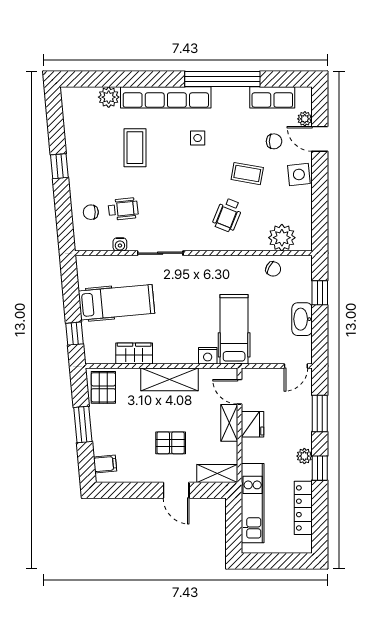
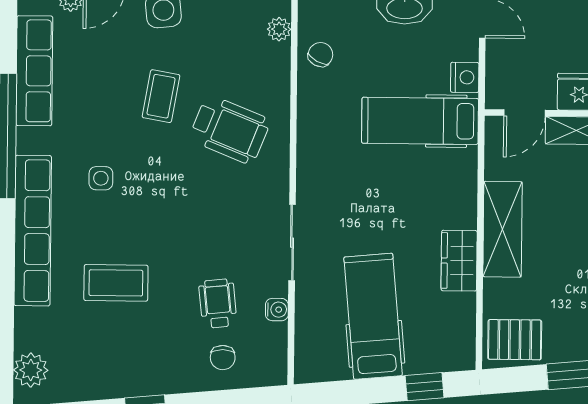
plant: (109, 97) -> (31, 370), moved
row of seats: (272, 97) -> (34, 71), width x1.48
chair: (274, 141) -> (108, 51), removed
wheelchair: (228, 215) -> (230, 130), width x1.36, depth x1.37
plant: (282, 238) -> (279, 29), width x0.53, depth x0.53
wardrobe: (134, 353) -> (459, 261), moved
nightstand: (208, 356) -> (465, 77), moved

